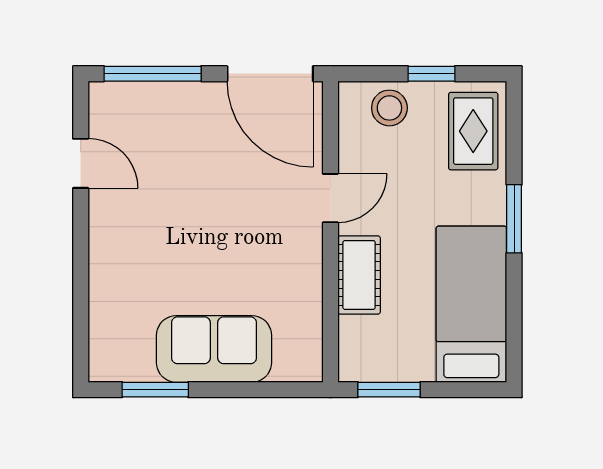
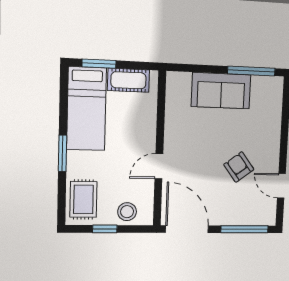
armchair: (171, 200) -> (239, 167), added
cot: (359, 275) -> (129, 80), moved, turned 90
window: (155, 390) -> (251, 71), width x1.44
window: (389, 390) -> (99, 64), moved

